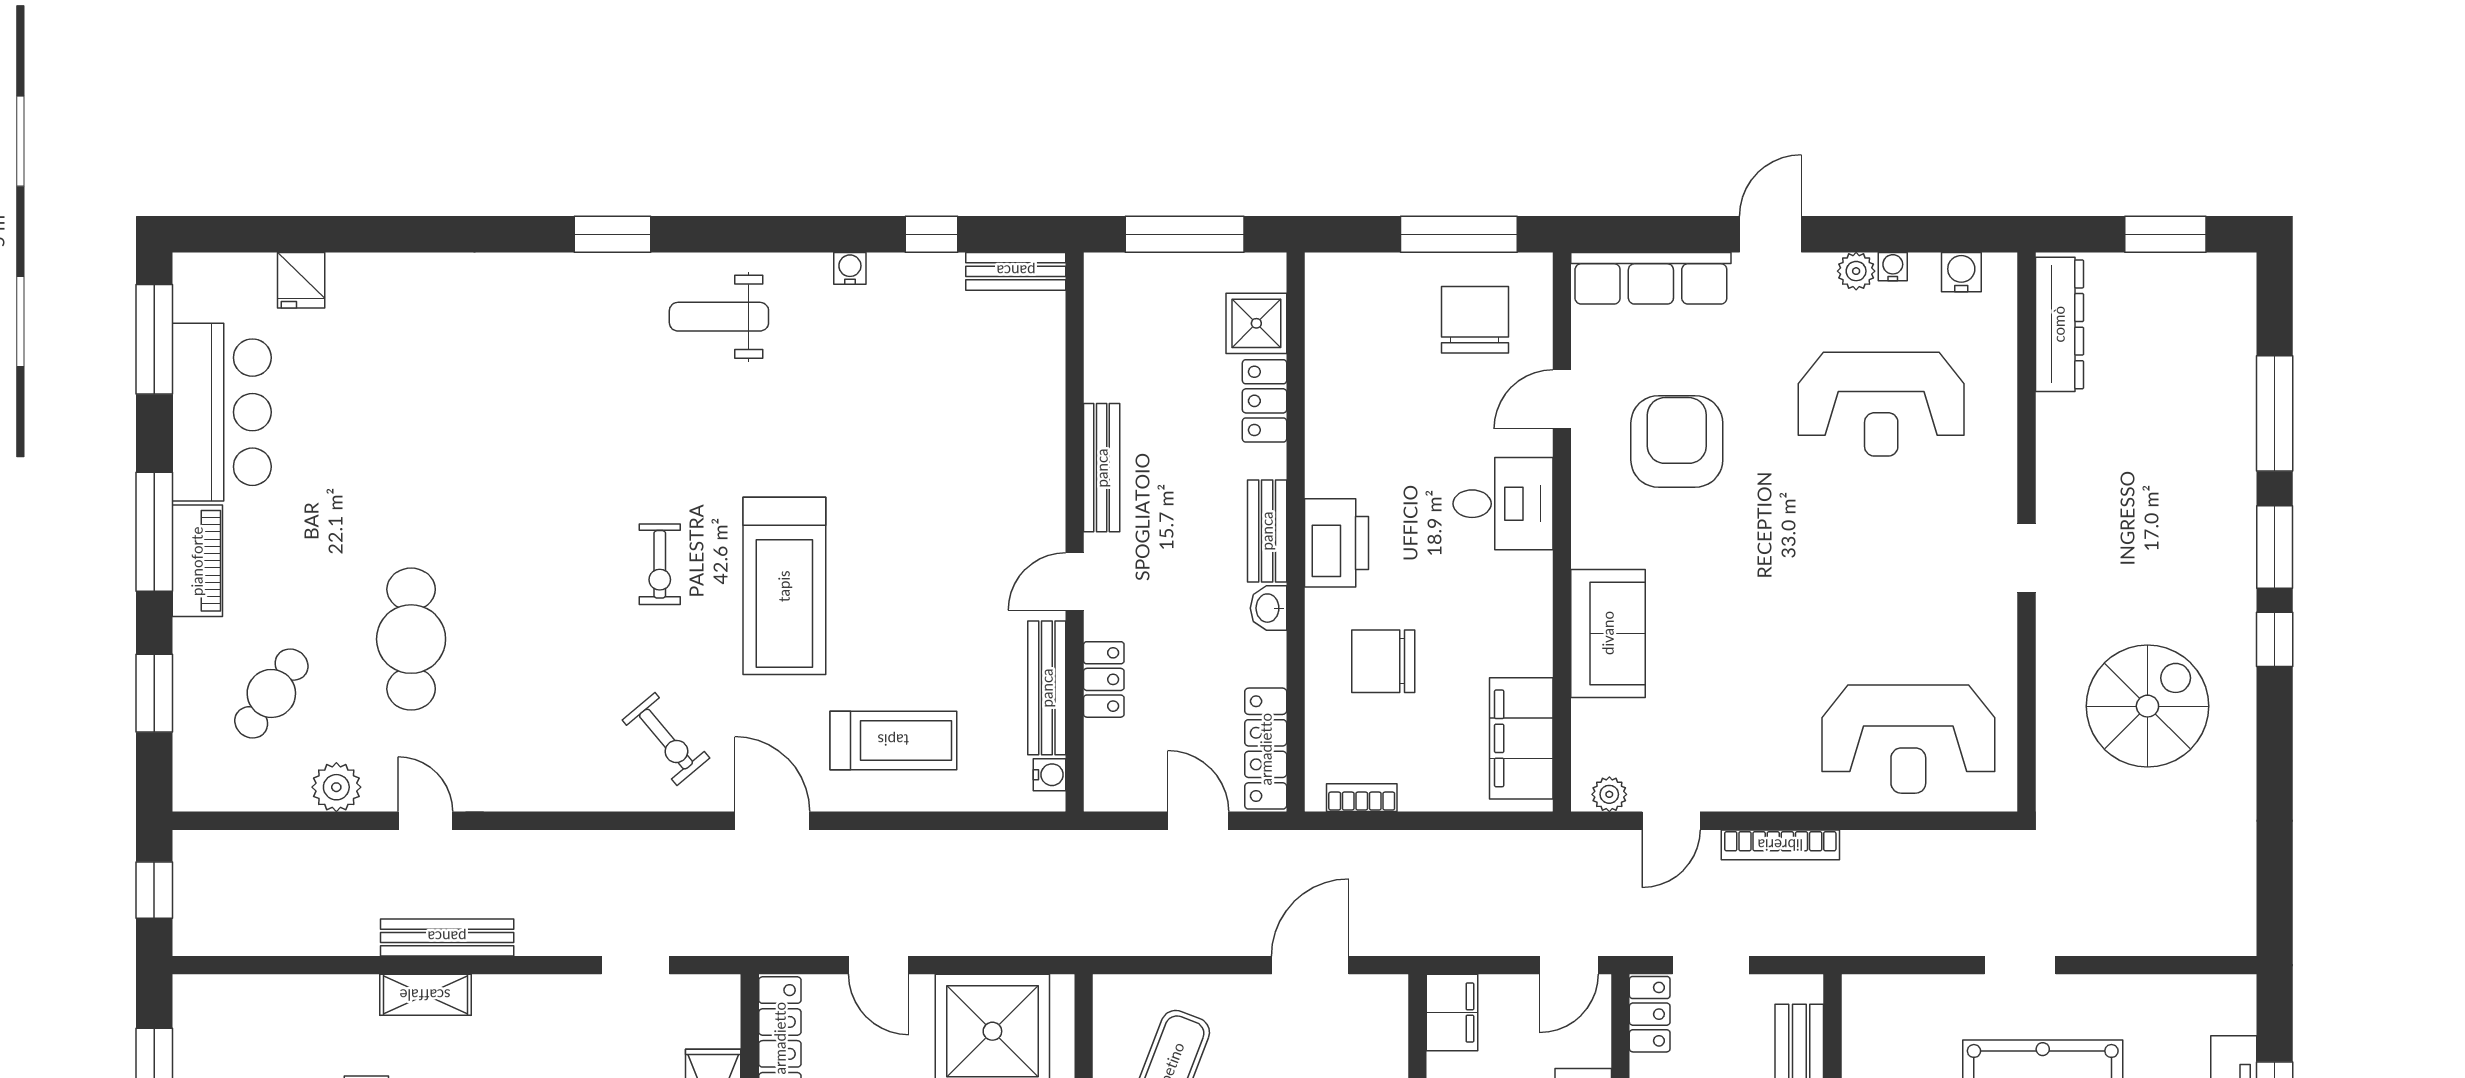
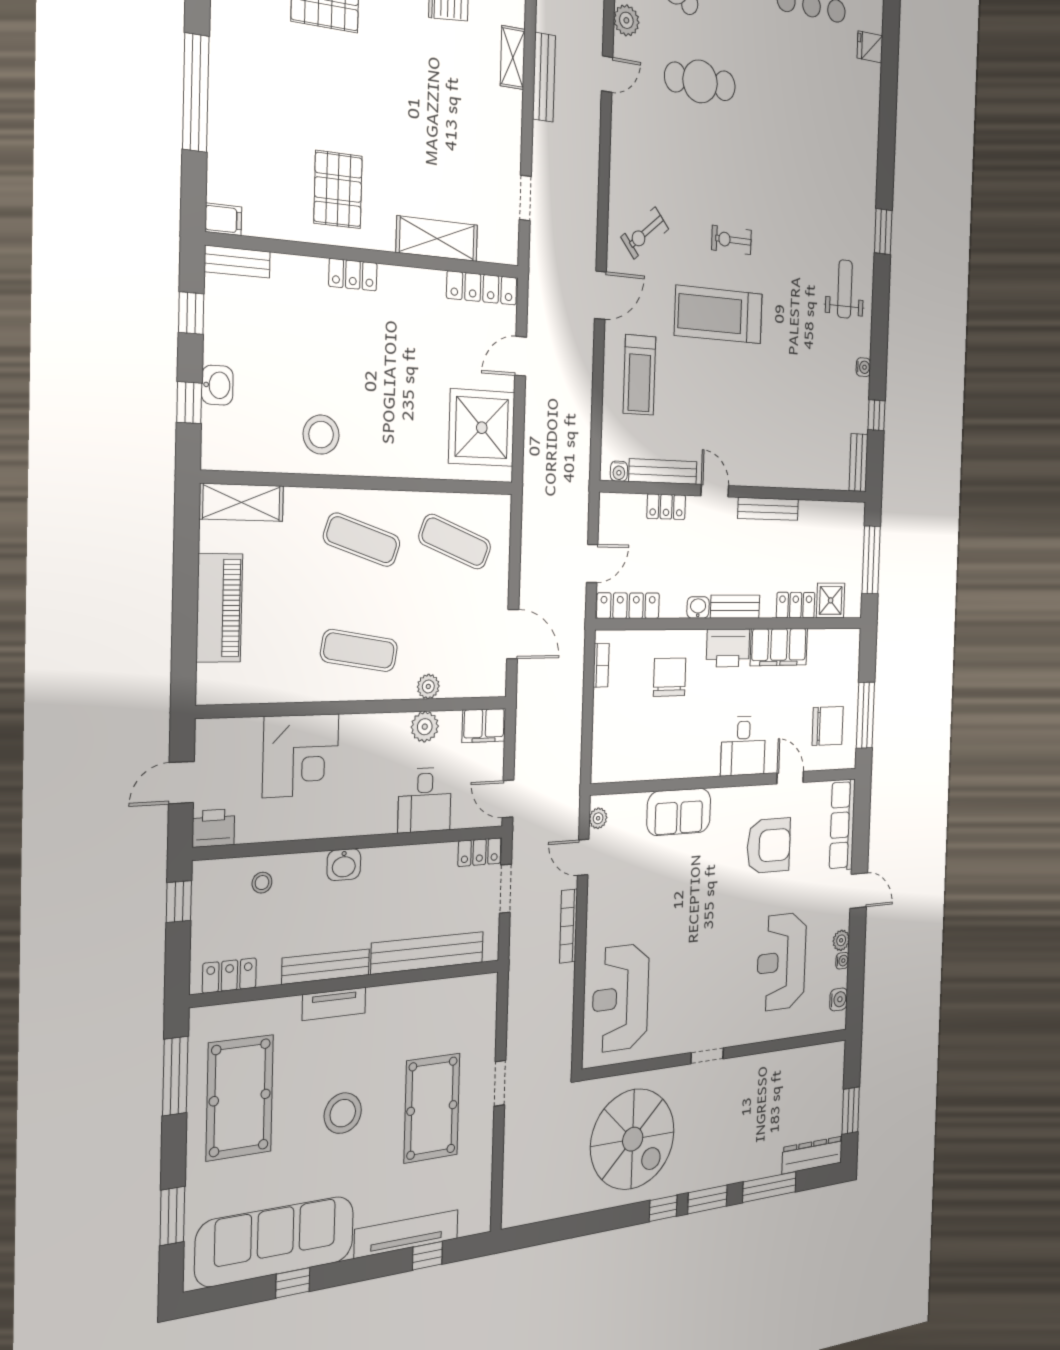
dresser: (2059, 324) -> (812, 1155), moved, turned 180
spiral stairs: (2147, 706) -> (633, 1139), width x1.37, depth x1.37
filing cabinet: (1521, 738) -> (779, 647), moved, turned 180

